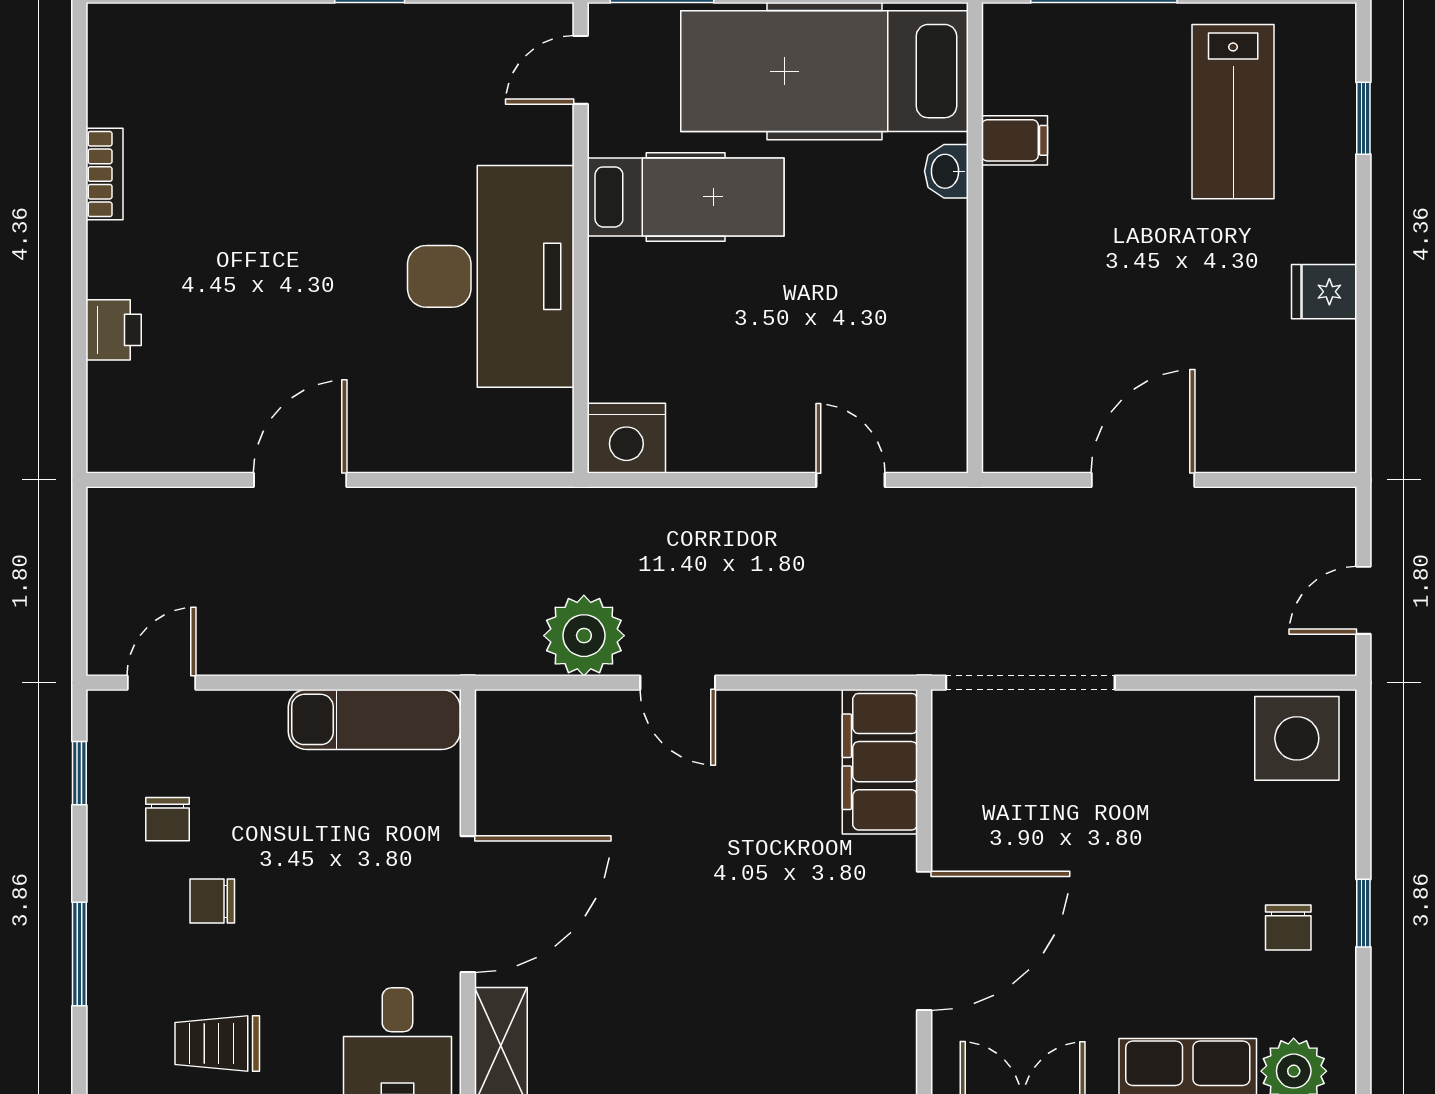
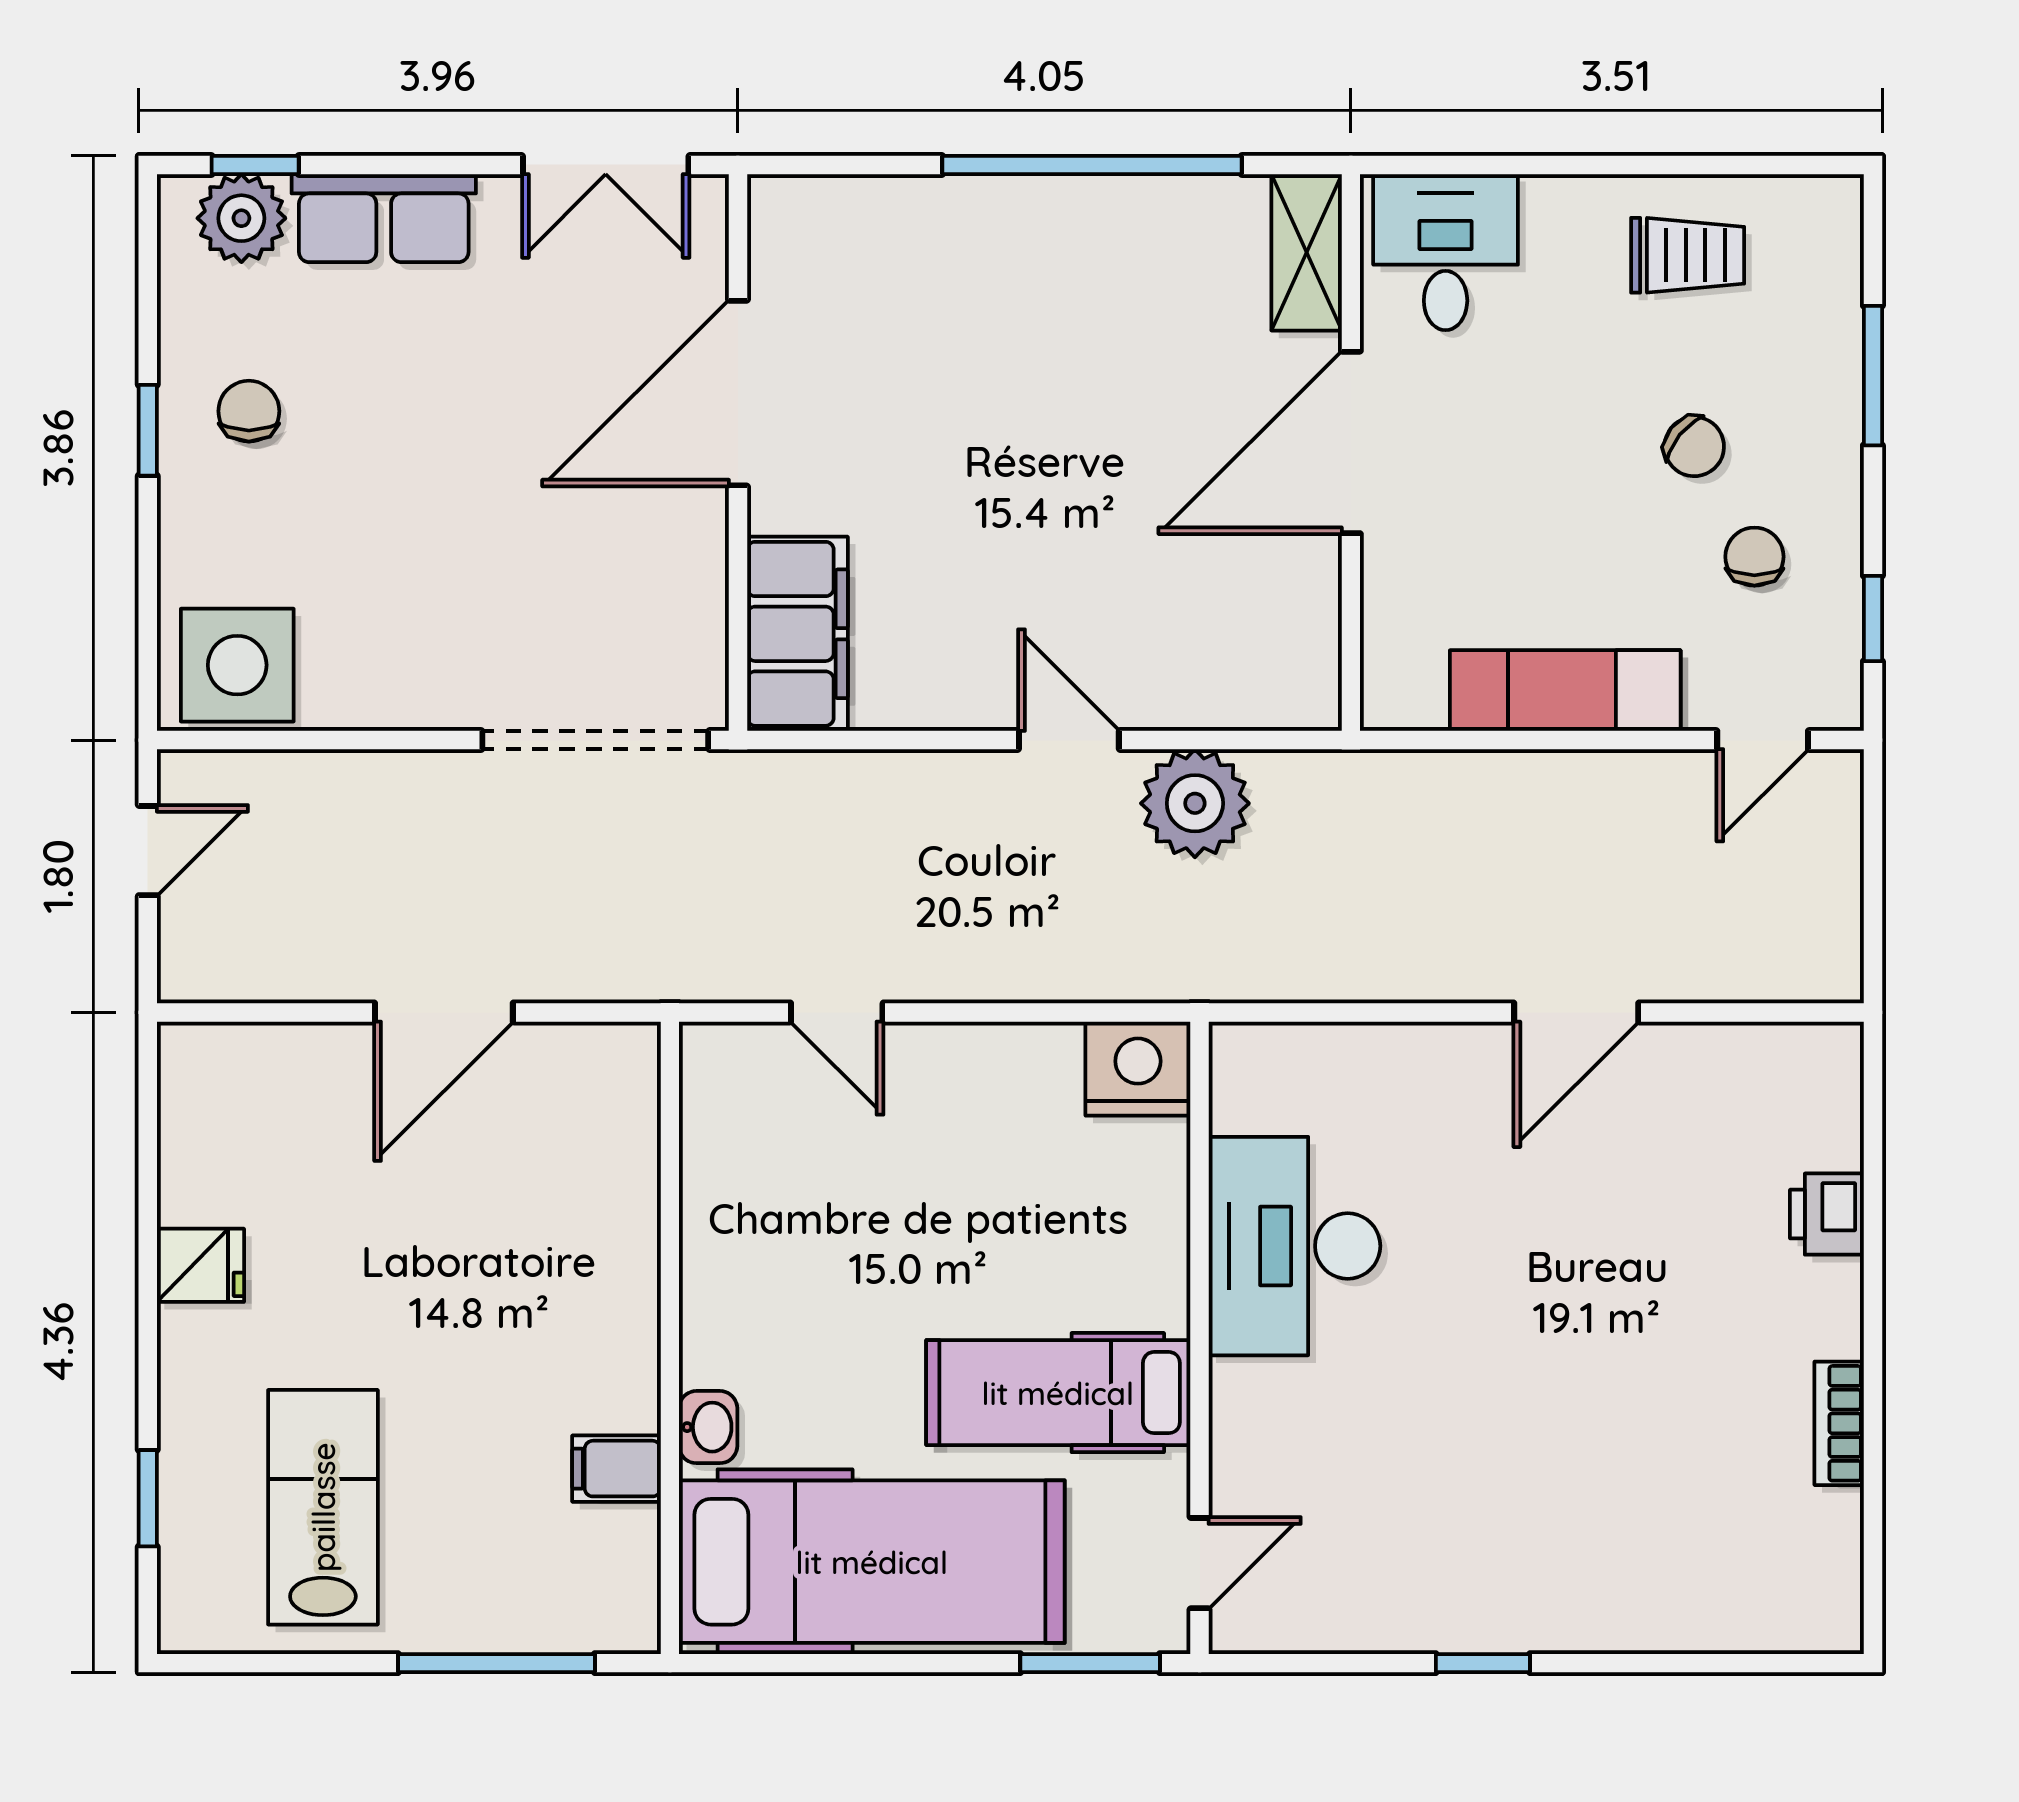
desk: (491, 276) -> (1294, 1246), width x0.73, depth x0.77
exam couch: (374, 719) -> (1565, 691), moved
chair: (212, 901) -> (1694, 447), turned 39

